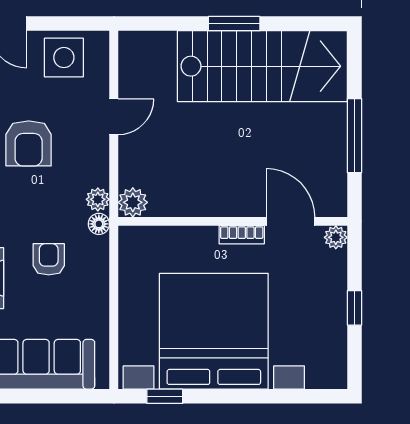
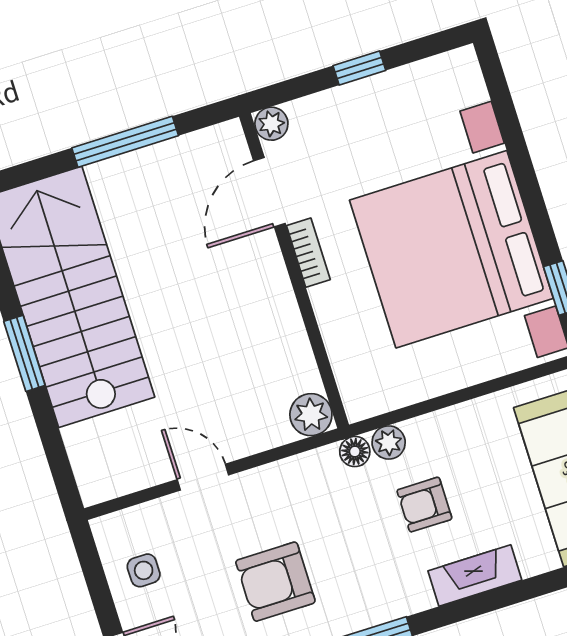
side table: (64, 58) -> (144, 570), width x0.54, depth x0.54
armchair: (29, 143) -> (275, 582), turned 180
plant: (98, 199) -> (389, 442), moved

